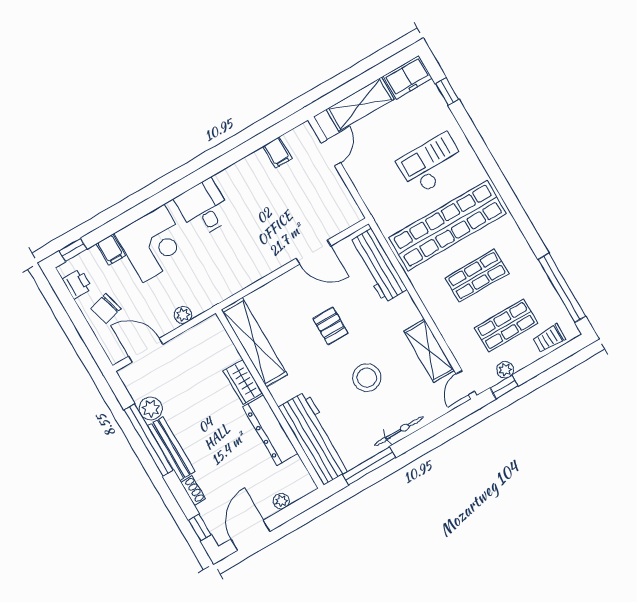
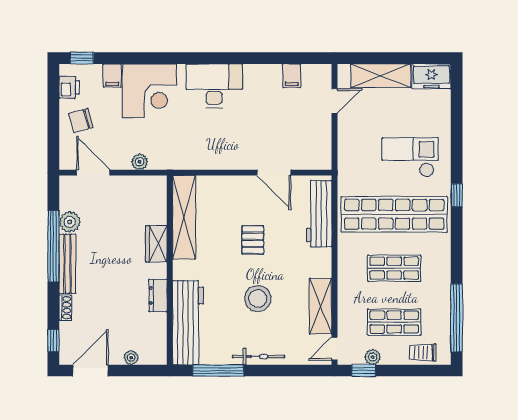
window: (447, 92) -> (457, 195), moved
desk: (204, 208) -> (214, 86), width x1.37
dresser: (270, 430) -> (158, 295), width x0.51, depth x0.80

